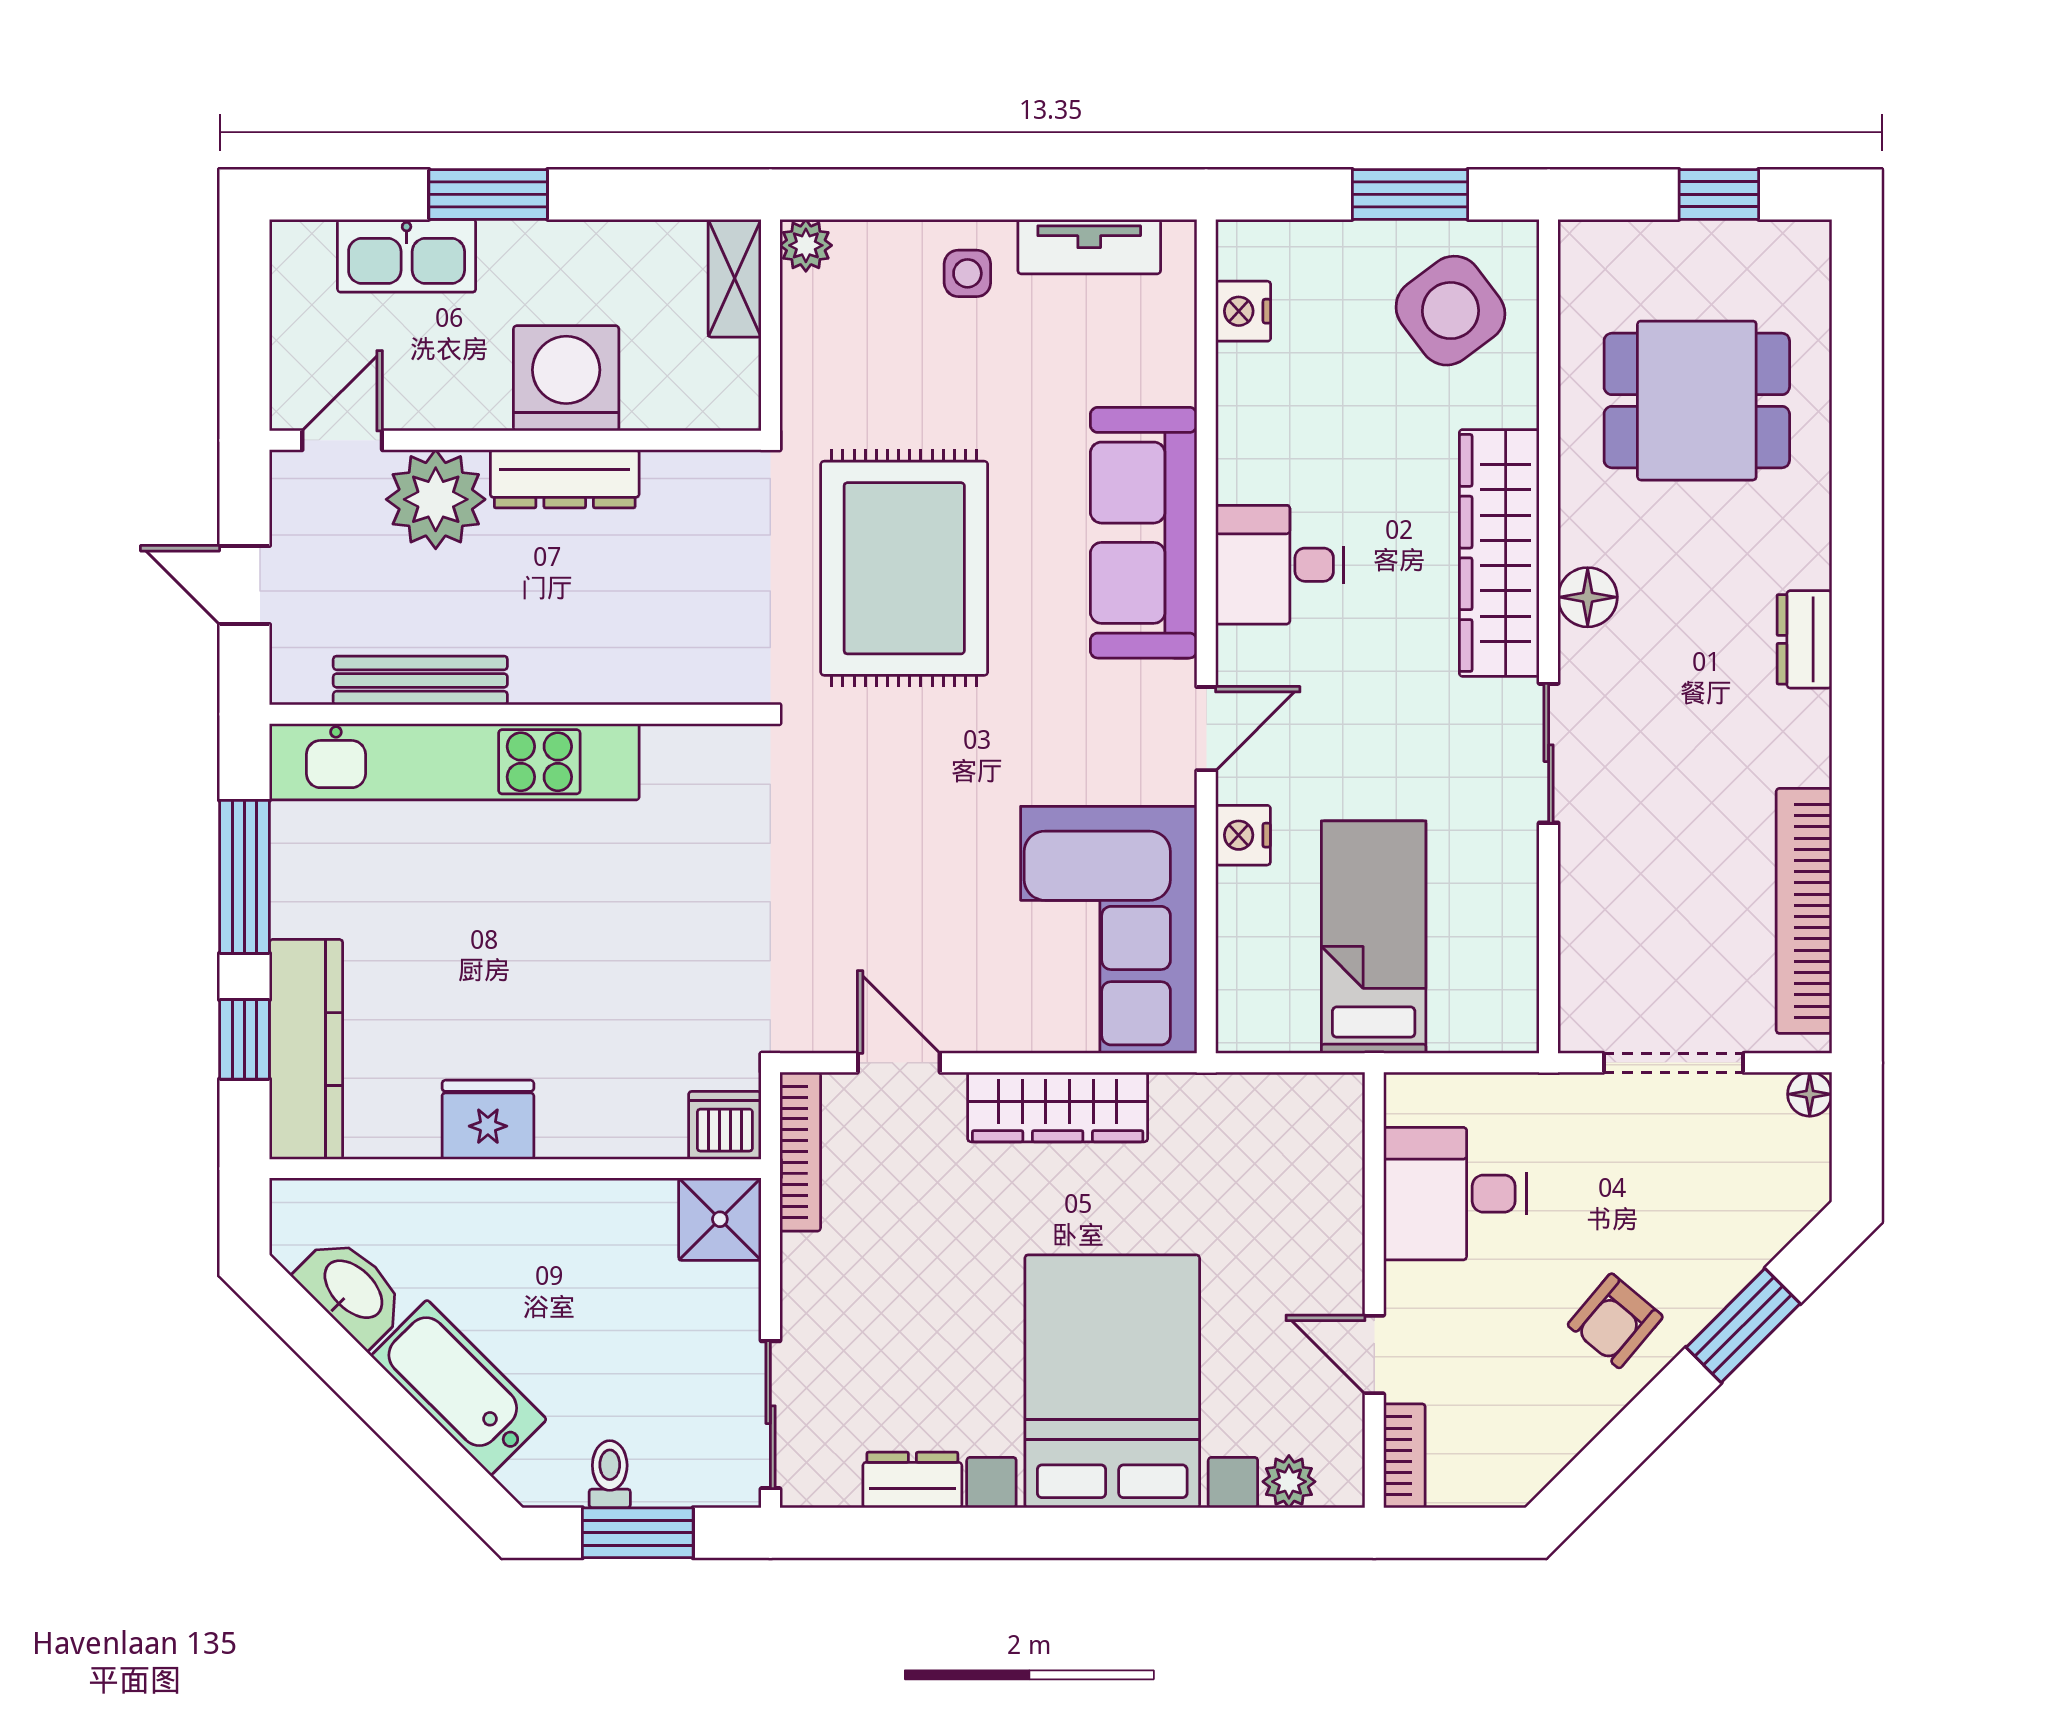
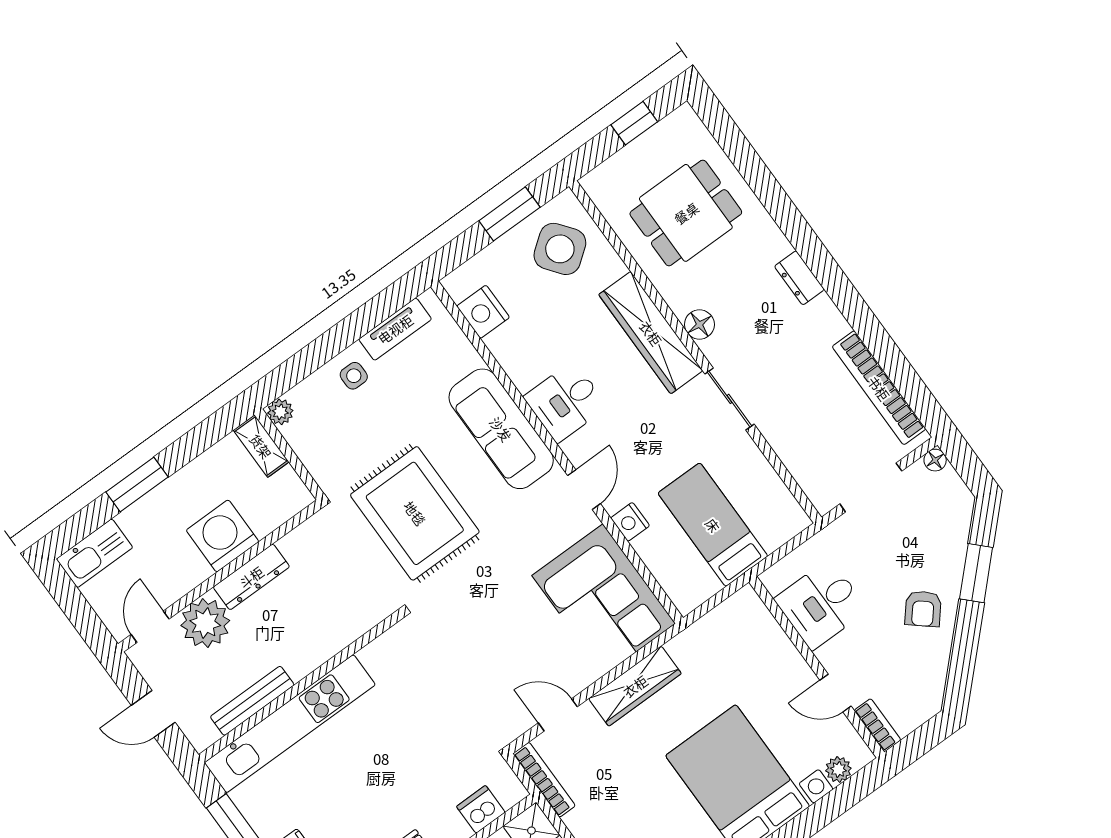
kitchen sink: (407, 256) -> (95, 553), moved
nightstand: (1243, 311) -> (483, 312), width x1.36, depth x1.33
dishwasher: (725, 1125) -> (481, 809), moved

